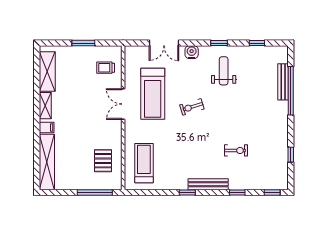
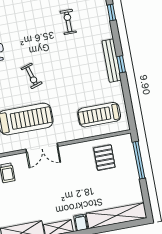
pallet: (103, 161) -> (104, 158), turned 90
bench: (208, 184) -> (112, 61), moved

